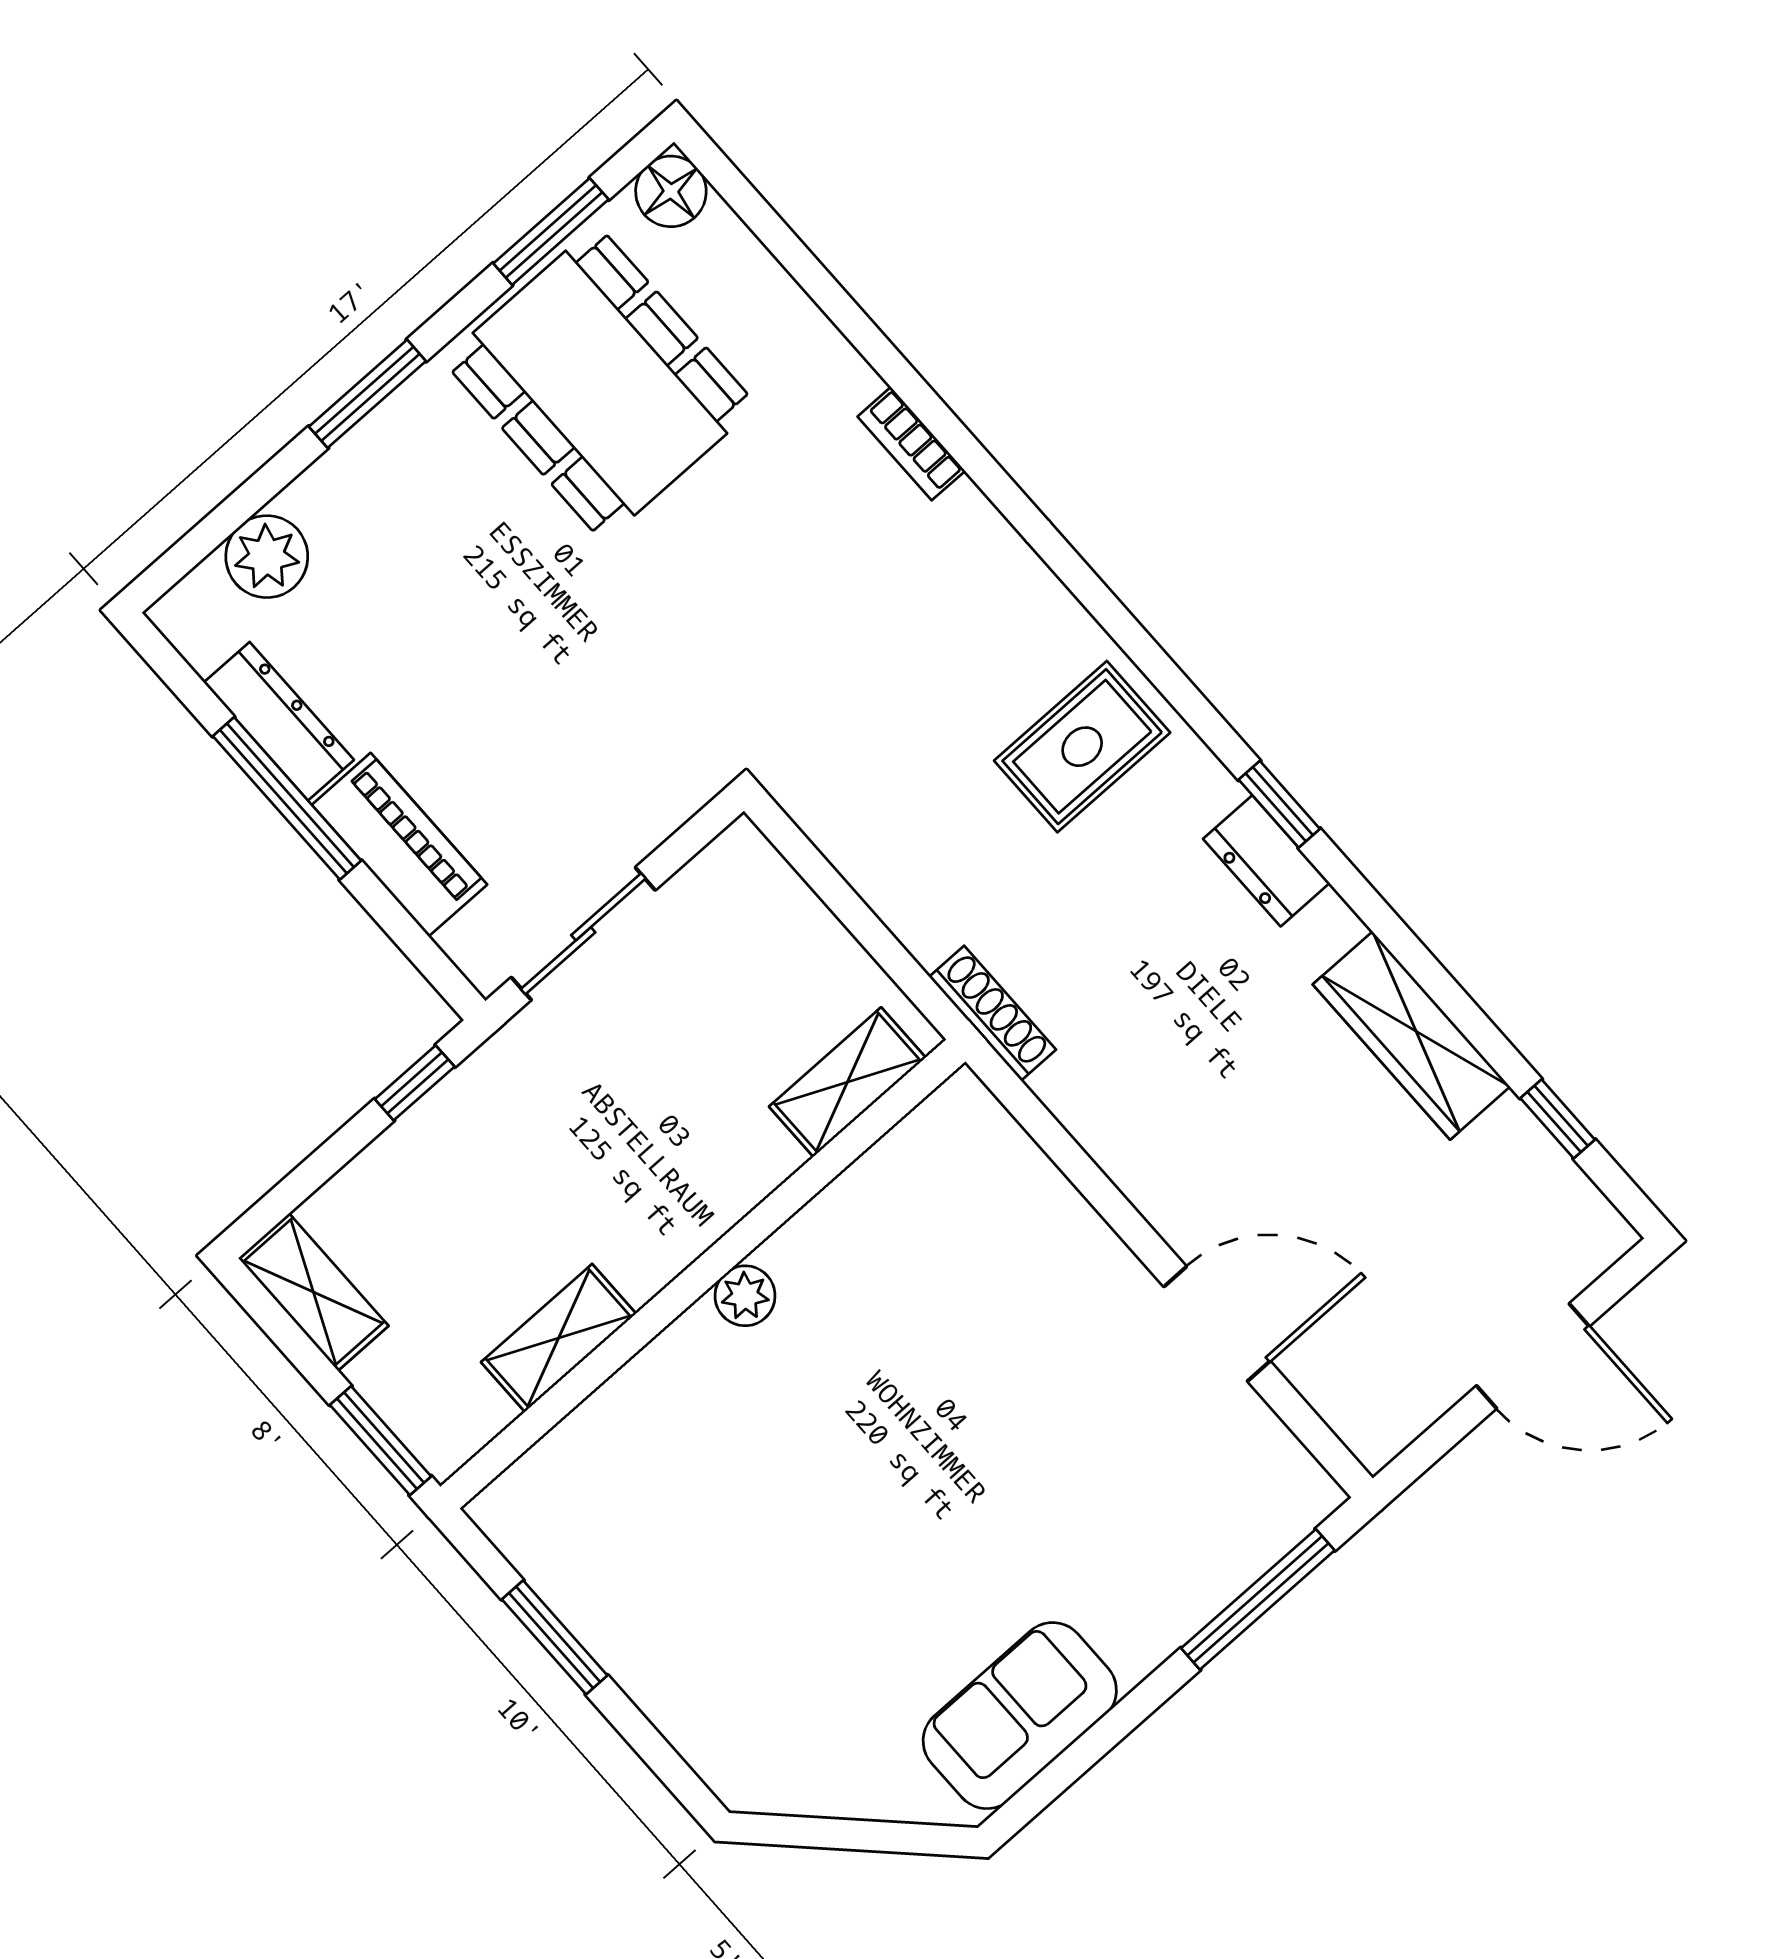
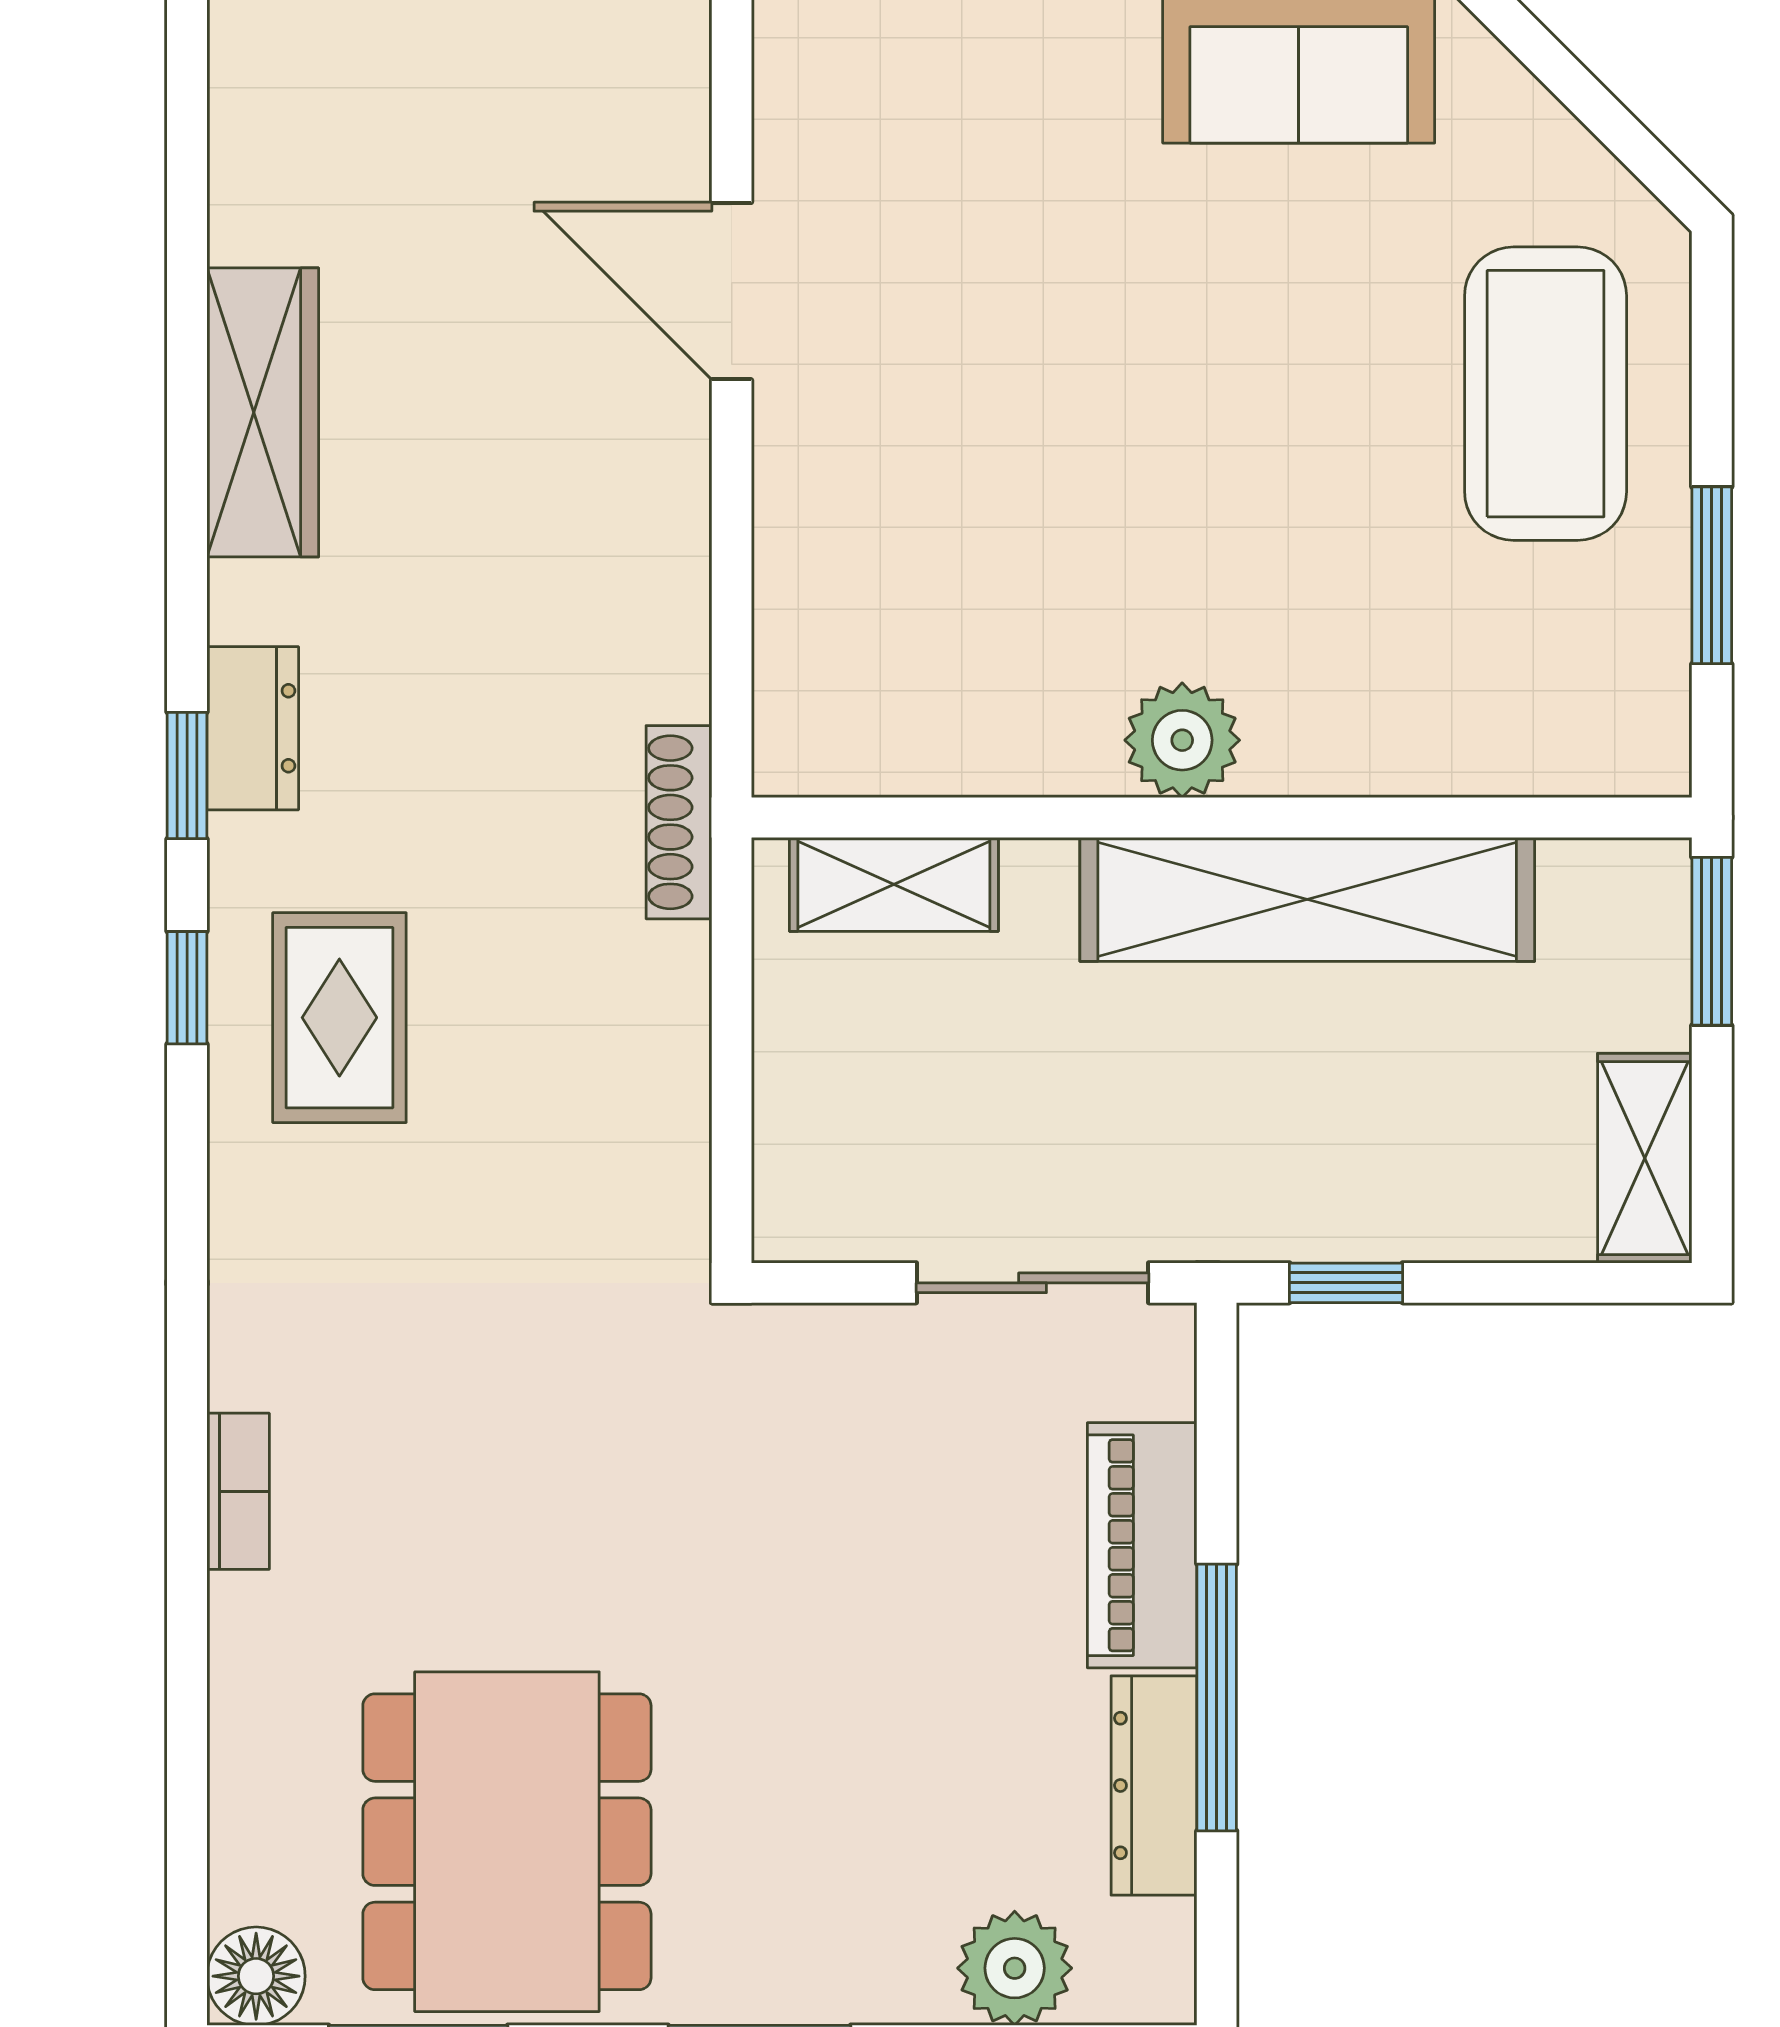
rug: (1082, 747) -> (339, 1018), turned 90
window: (1558, 1119) -> (187, 988), moved
plant: (745, 1296) -> (1182, 740), width x1.38, depth x1.38
shelving: (559, 1338) -> (1307, 899), width x2.20, depth x1.33
coffee table: (730, 1656) -> (1546, 394), added

